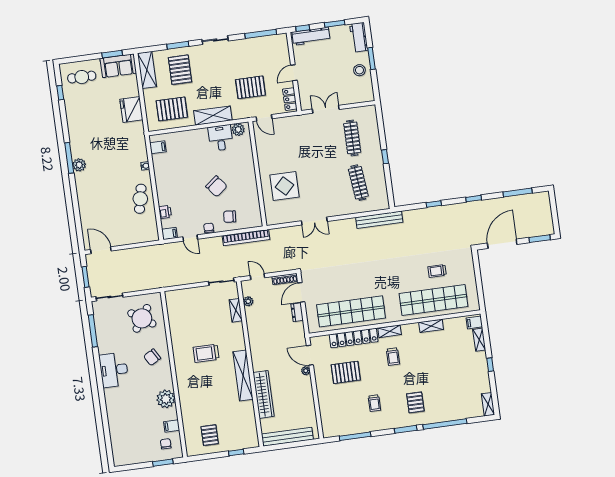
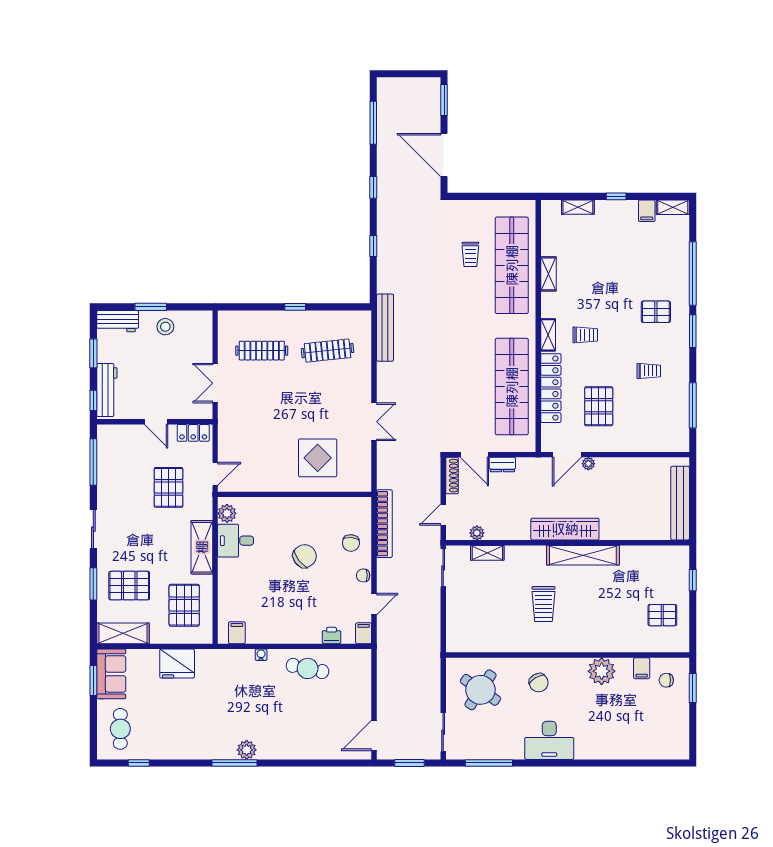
filing cabinet: (474, 322) -> (647, 211), moved
wardrobe: (264, 394) -> (565, 529), moved

